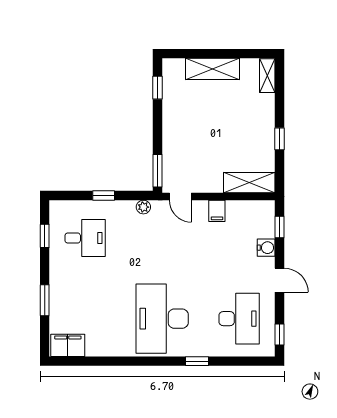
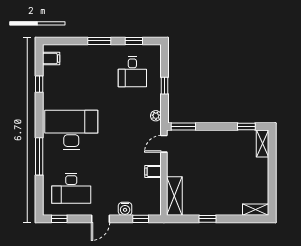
shelving: (212, 69) -> (263, 144), moved, width x0.67, depth x0.75
window: (45, 300) -> (99, 41), moved
filing cabinet: (68, 345) -> (51, 59), width x0.50
window: (102, 361) -> (39, 84), added
window: (197, 361) -> (39, 156), width x2.17

